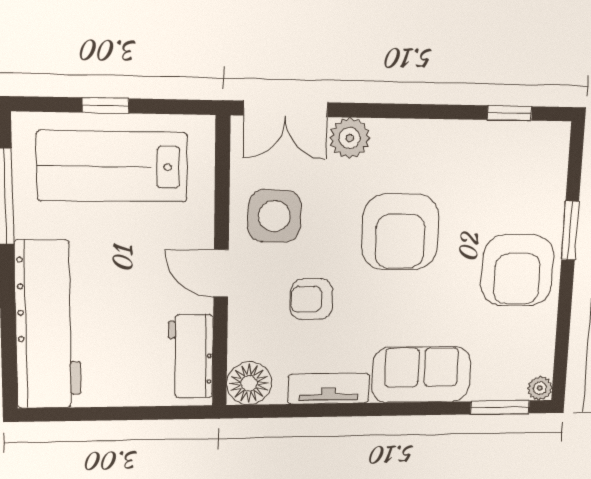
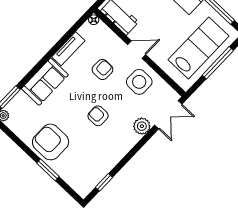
window: (106, 106) -> (218, 63), width x2.17
double door: (286, 109) -> (168, 115), swing flipped
armchair: (400, 232) -> (98, 116), width x0.53, depth x0.53
floor lamp: (249, 383) -> (94, 20), width x0.53, depth x0.53

